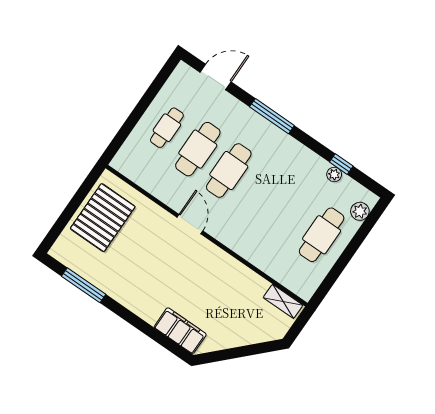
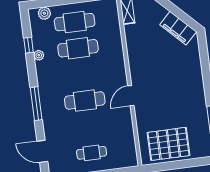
cafe table: (198, 149) -> (78, 48), moved
plant: (334, 174) -> (39, 55), moved
filing cabinet: (180, 331) -> (178, 28), moved, turned -45

